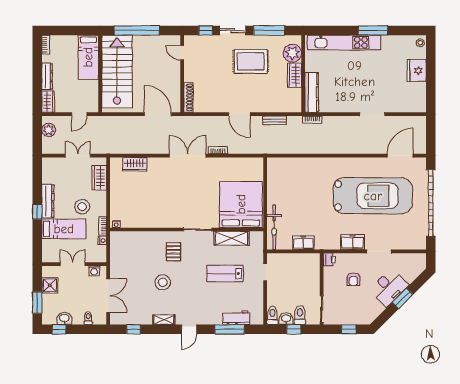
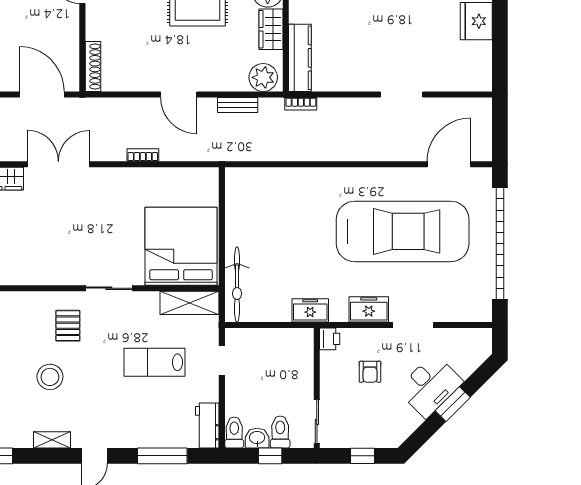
plant: (290, 104) -> (263, 77), added
double door: (188, 156) -> (58, 164), moved
shelving: (232, 238) -> (190, 303), moved
freezer: (303, 243) -> (310, 310), moved
workbench: (236, 318) -> (207, 425), moved, turned -90

